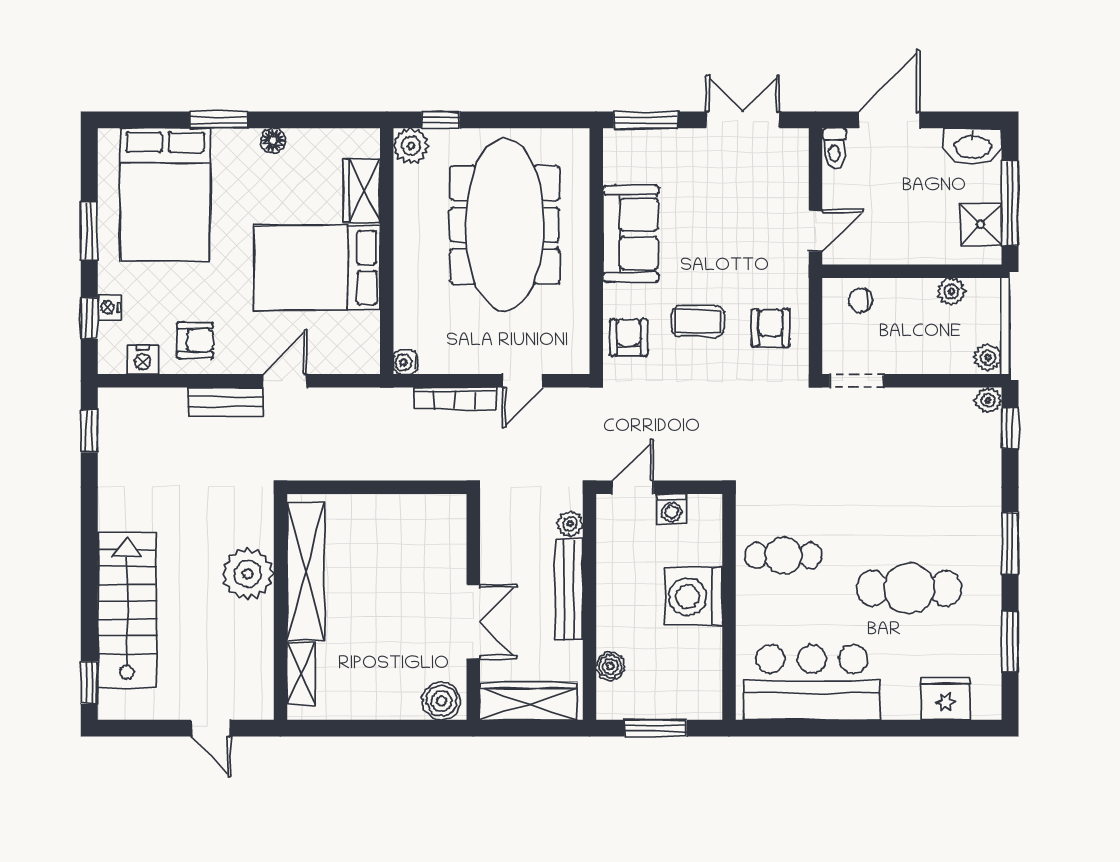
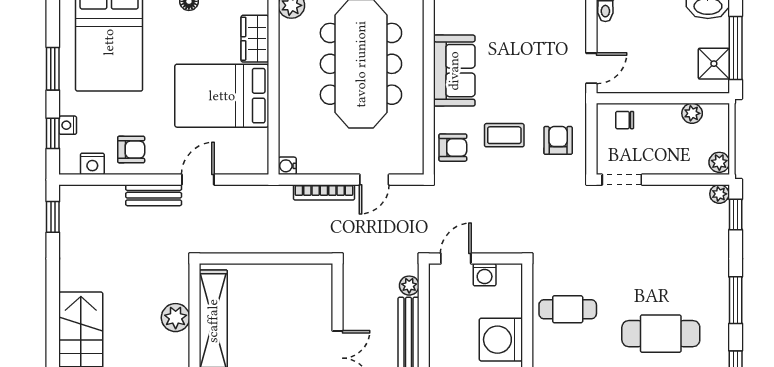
armchair: (629, 338) -> (453, 148), turned 90
plant: (248, 574) -> (176, 318), width x0.73, depth x0.73

